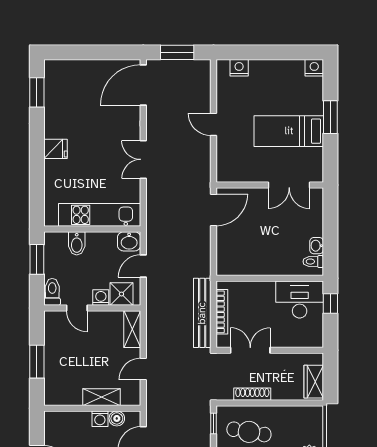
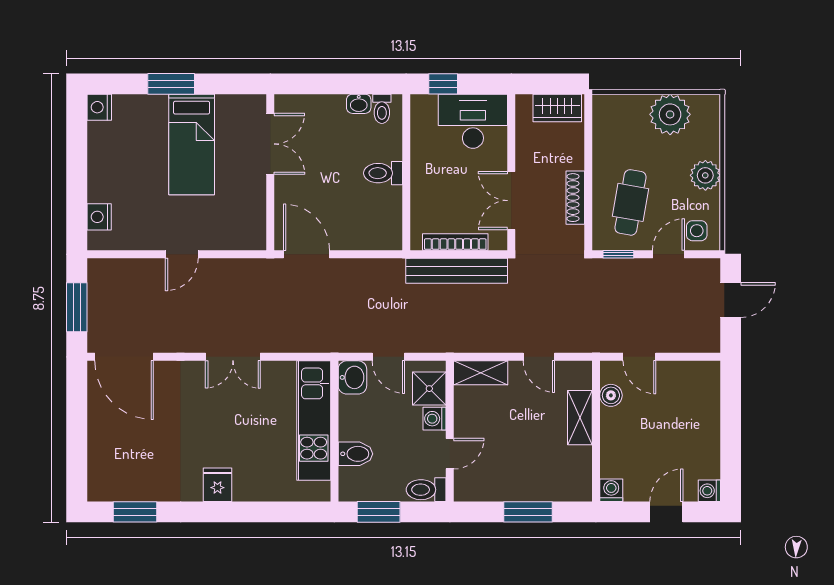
toilet: (269, 262) -> (383, 173), added
desk: (300, 299) -> (473, 121), moved, turned 90
washing machine: (100, 419) -> (611, 490), moved, turned -90

